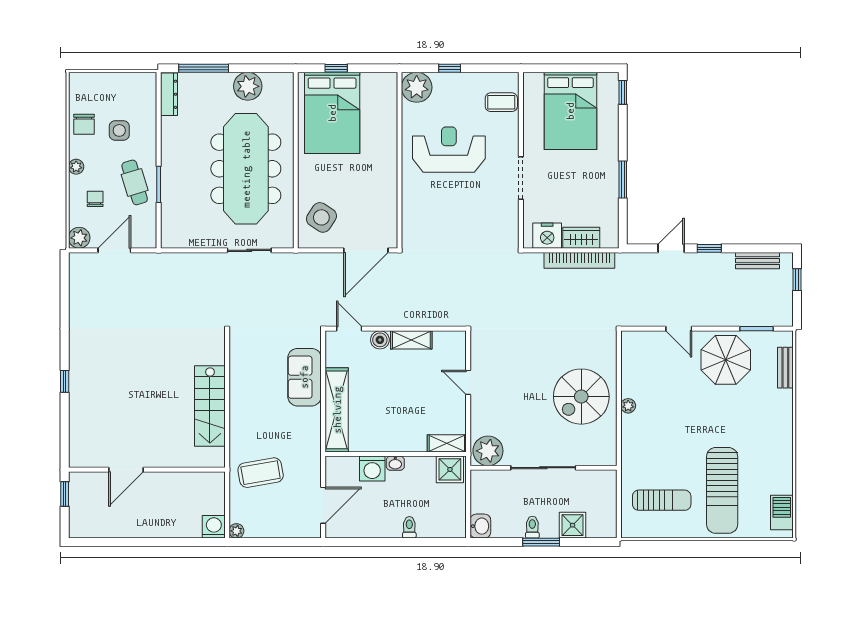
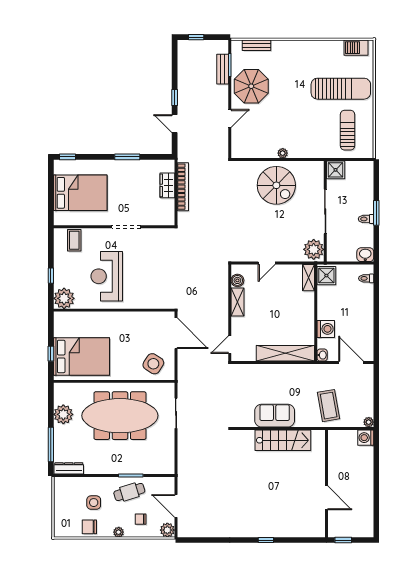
chair: (84, 124) -> (89, 527), turned 180
nightstand: (547, 236) -> (166, 209), removed
bench: (757, 261) -> (223, 69), moved
boiler: (380, 340) -> (237, 280), moved
sofa: (304, 377) -> (275, 416), moved, turned 180
washbasin: (395, 463) -> (322, 355), moved
shower: (573, 525) -> (336, 170), moved
toilet: (409, 527) -> (366, 278), moved

